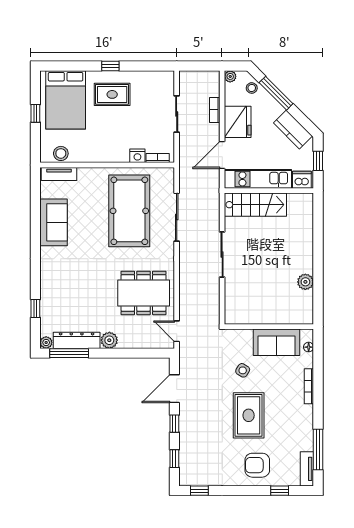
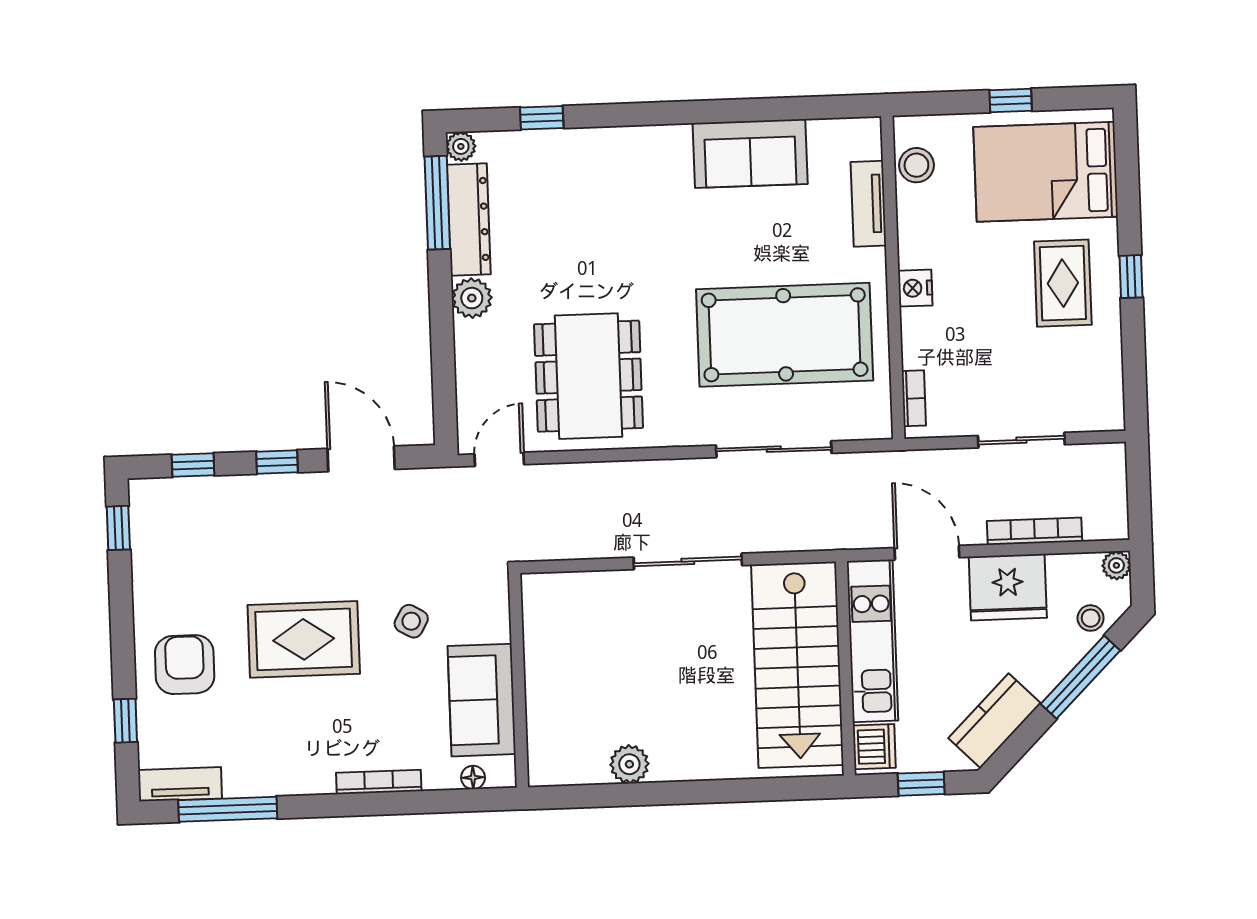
bookcase: (215, 110) -> (1035, 531), width x1.56
nightstand: (137, 156) -> (915, 288), moved
tv unit: (59, 174) -> (868, 204), moved
stairs: (255, 205) -> (797, 665), width x1.36, depth x1.51

